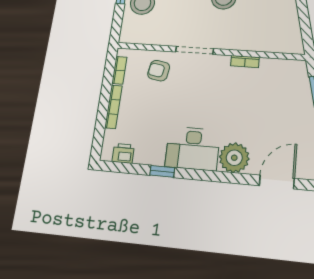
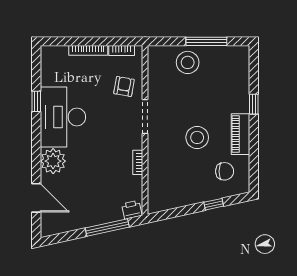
desk: (193, 148) -> (63, 117), width x1.36, depth x1.30
printer: (123, 153) -> (132, 210), moved, turned -102

